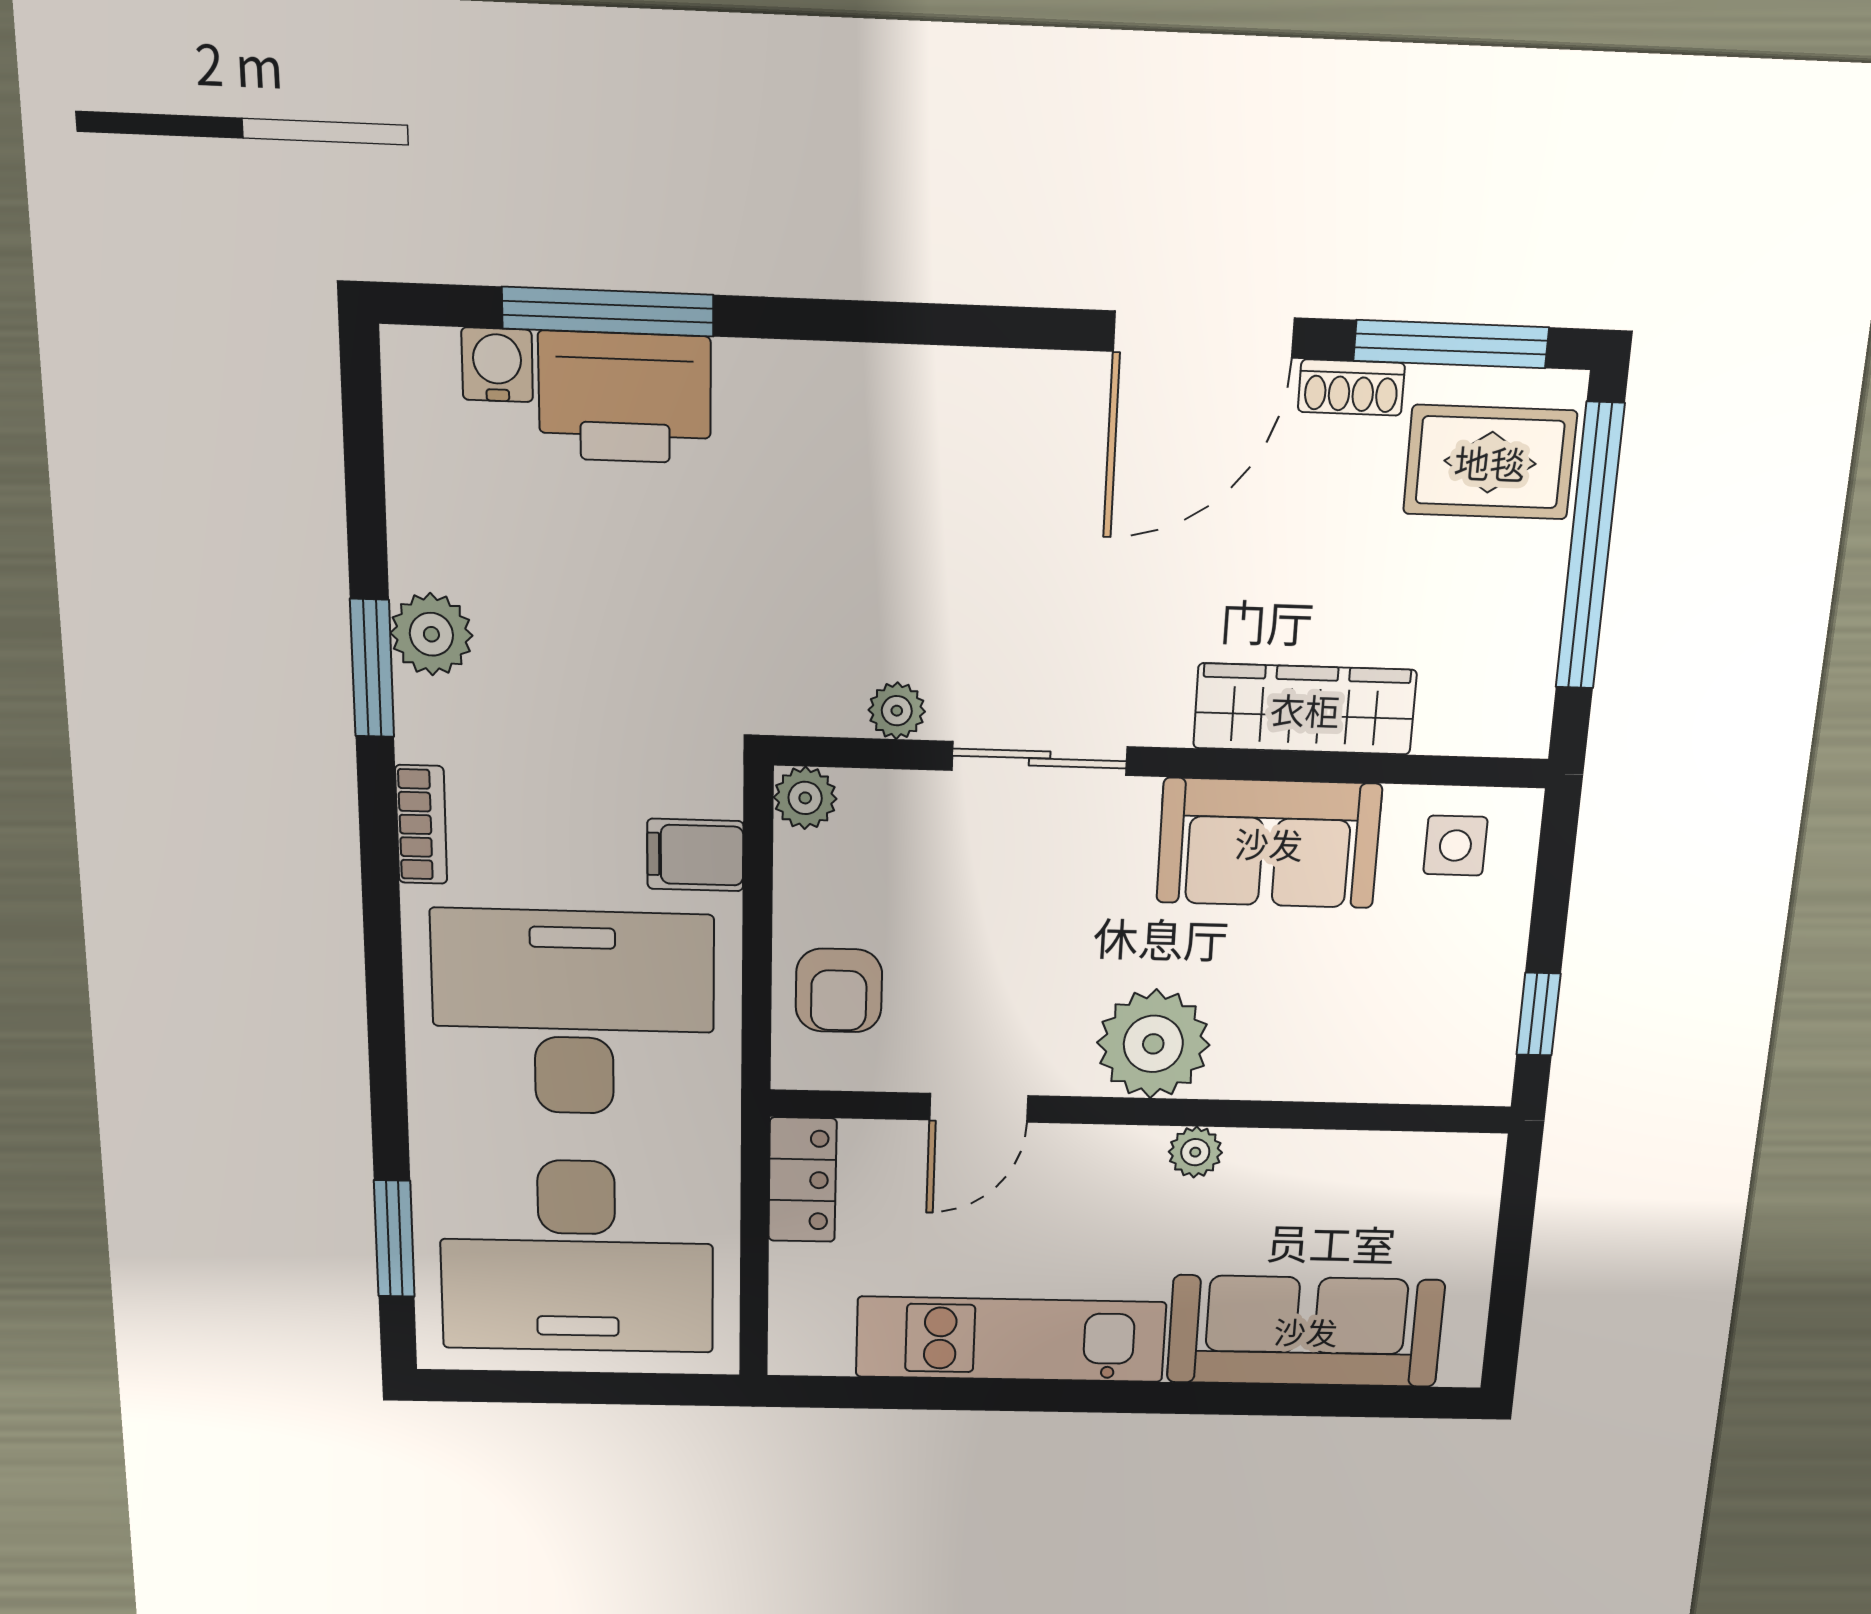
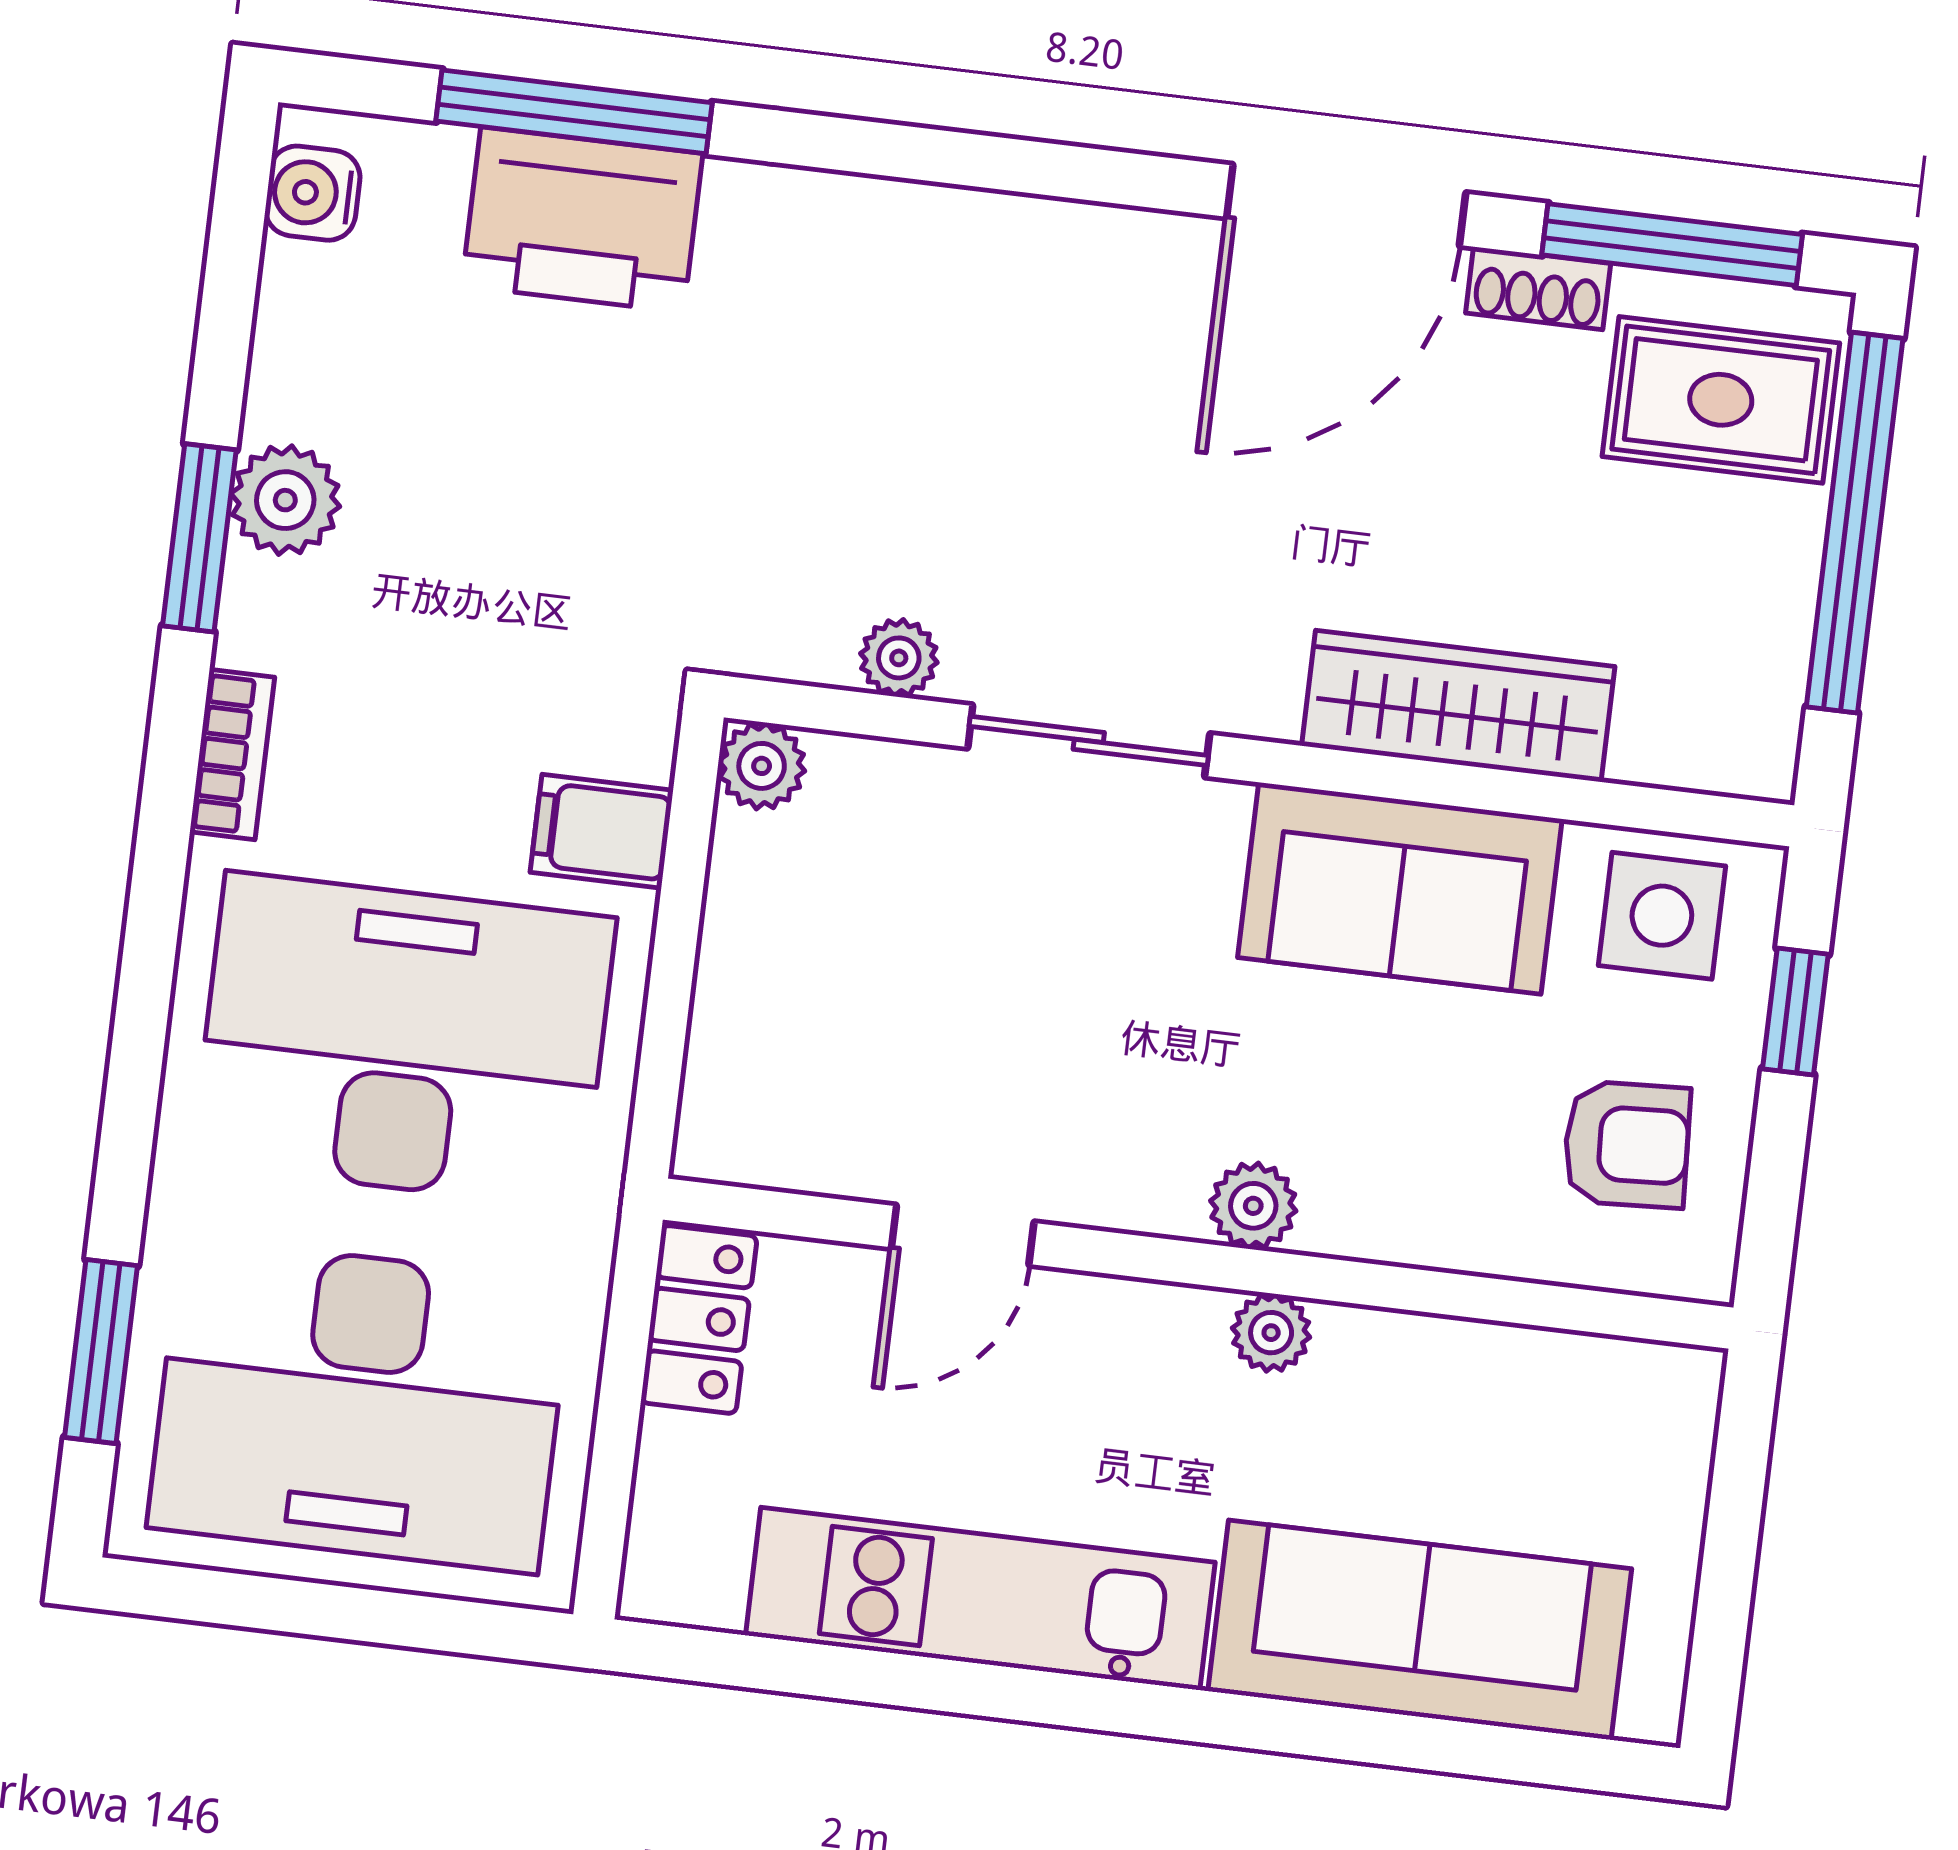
water cooler: (497, 365) -> (313, 193), moved, turned -90
side table: (1455, 846) -> (1662, 916), width x1.37, depth x1.37
armchair: (839, 990) -> (1627, 1144), moved, turned -93
window: (1538, 1014) -> (1795, 1011), moved
plant: (1153, 1044) -> (1253, 1206), width x0.53, depth x0.53

